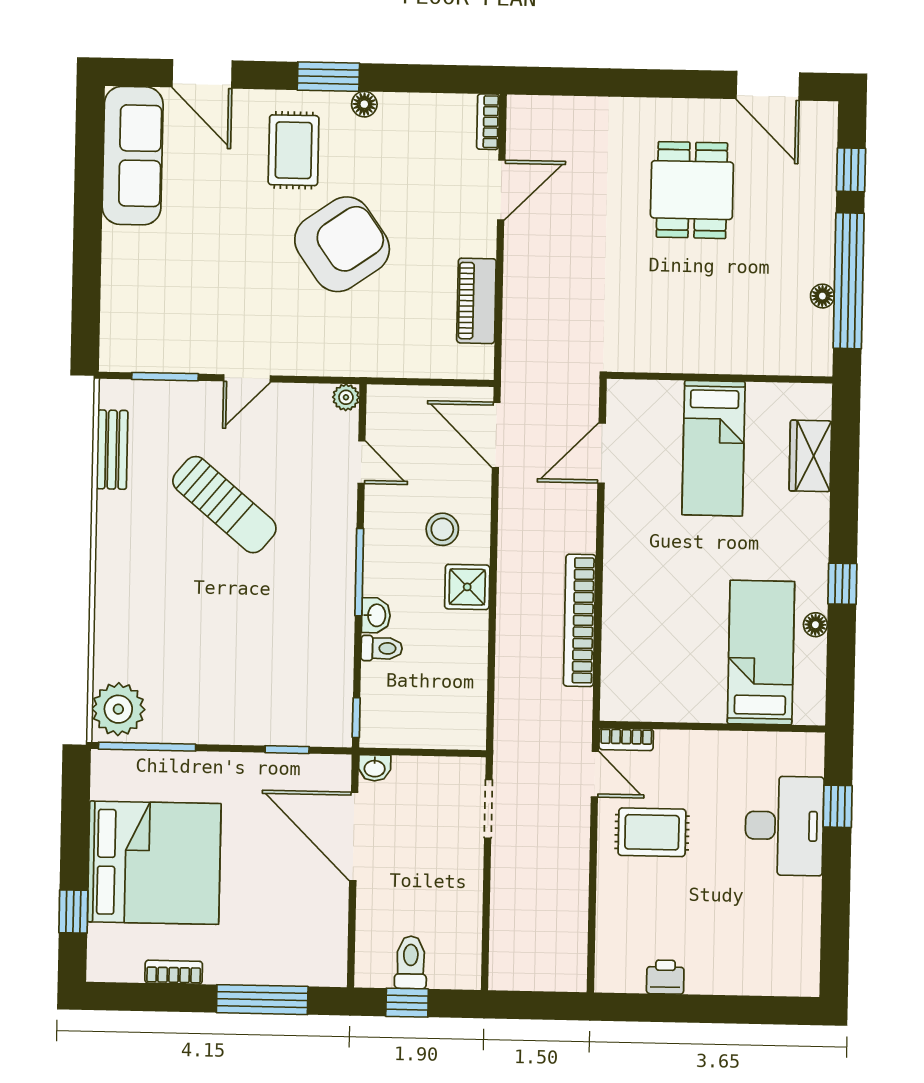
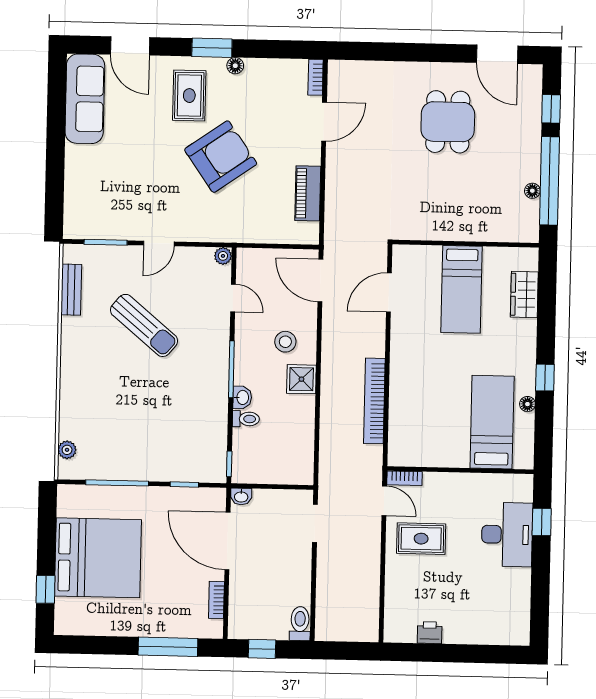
plant: (118, 709) -> (67, 450), width x0.53, depth x0.53
window: (147, 747) -> (117, 483), moved
toilet: (411, 962) -> (300, 624), moved
bookcase: (174, 972) -> (216, 600), moved, turned -90

